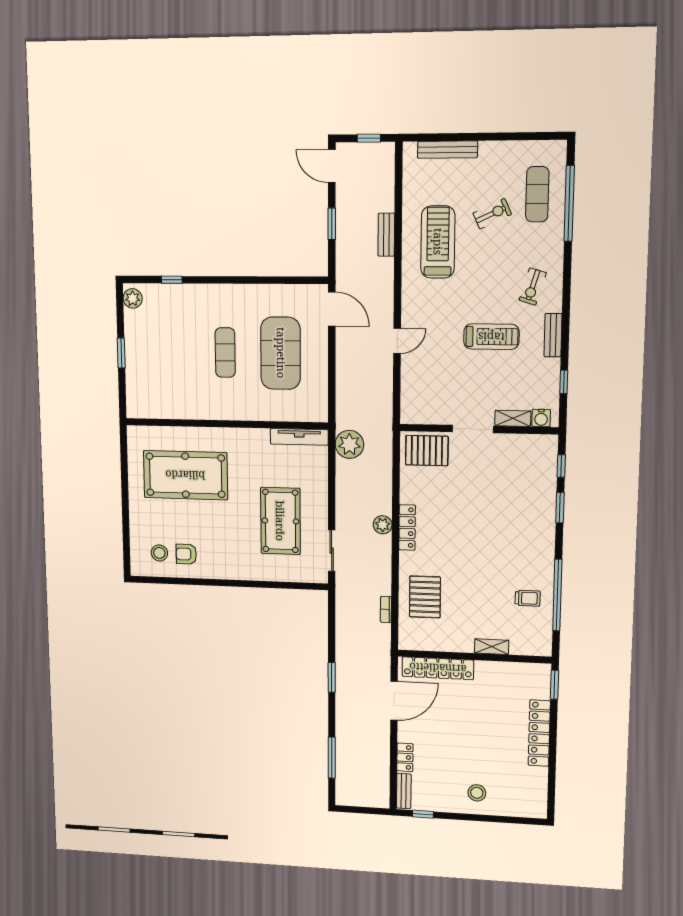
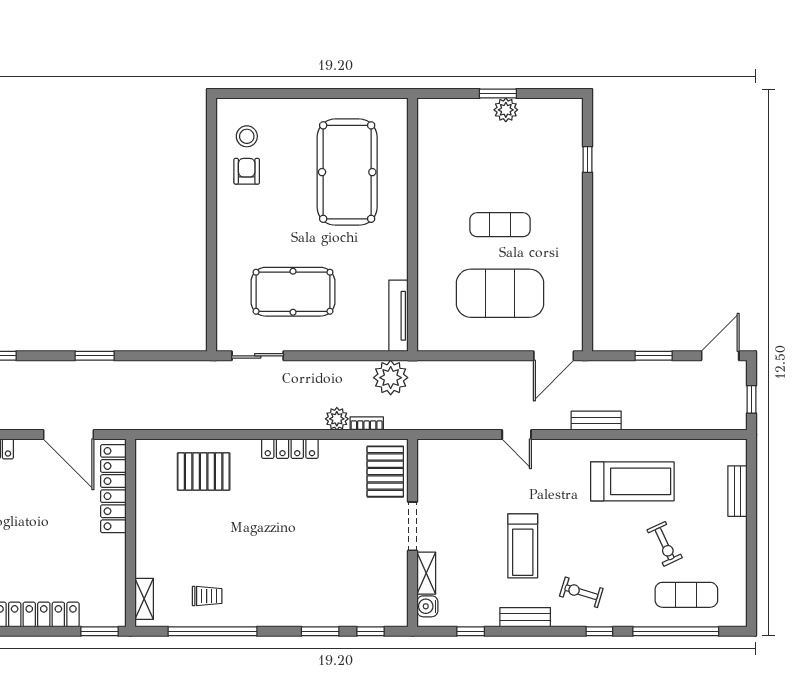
bench: (447, 150) -> (737, 491), width x0.73
bench: (386, 235) -> (596, 421), moved
window: (567, 271) -> (599, 631), added
plant: (133, 298) -> (506, 110), moved
plant: (383, 525) -> (337, 419), moved
trolley: (528, 598) -> (207, 596), turned -90
bookcase: (386, 609) -> (367, 424), moved
shelving: (492, 647) -> (144, 599), moved

